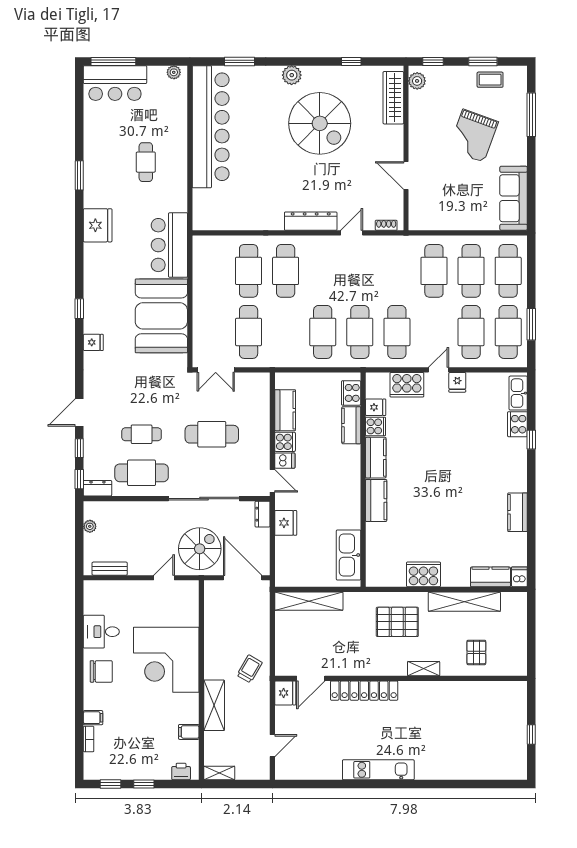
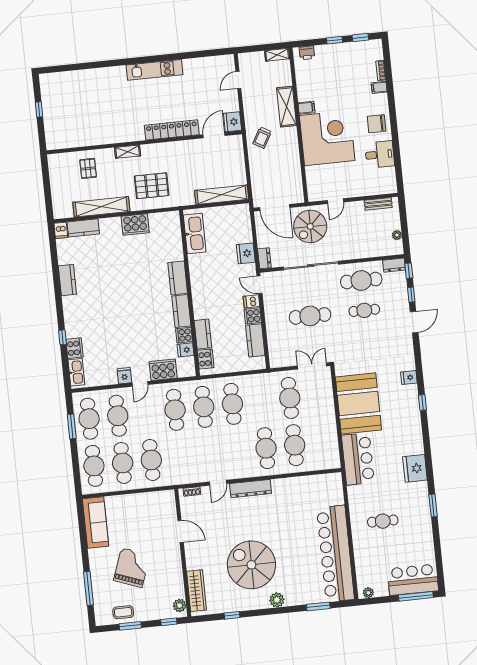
cafe table: (146, 162) -> (383, 521), turned 90
filing cabinet: (189, 732) -> (306, 108), moved

